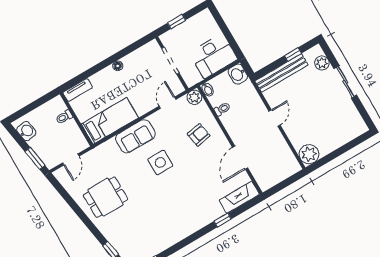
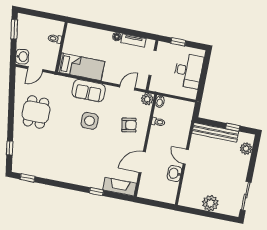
desk: (213, 56) -> (188, 71), moved, turned -90
washbasin: (238, 74) -> (174, 173), moved
sliding door: (345, 82) -> (246, 196), moved
tv unit: (78, 90) -> (133, 40), moved
door: (275, 118) -> (186, 157), swing flipped
washbasin: (26, 131) -> (22, 57), moved
plant: (309, 154) -> (210, 203), moved
window: (35, 158) -> (14, 29), moved
dining table: (106, 197) -> (36, 112), turned 90

